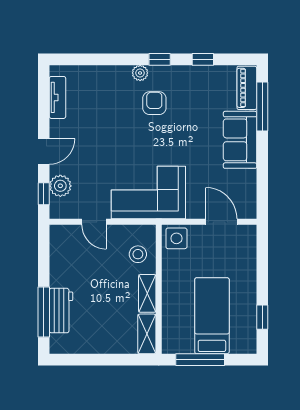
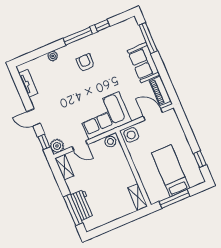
window: (160, 59) -> (78, 36), width x2.17
plant: (140, 73) -> (53, 56), moved
piano: (247, 88) -> (160, 91), moved
door: (44, 151) -> (34, 118), swing flipped
plant: (60, 186) -> (57, 146), moved
stool: (138, 254) -> (110, 142), moved
shelving: (147, 293) -> (64, 167), moved

